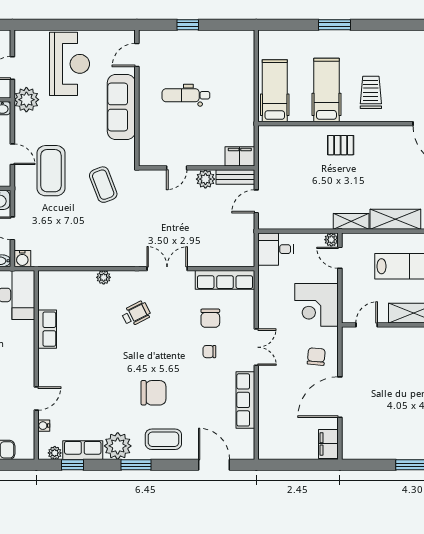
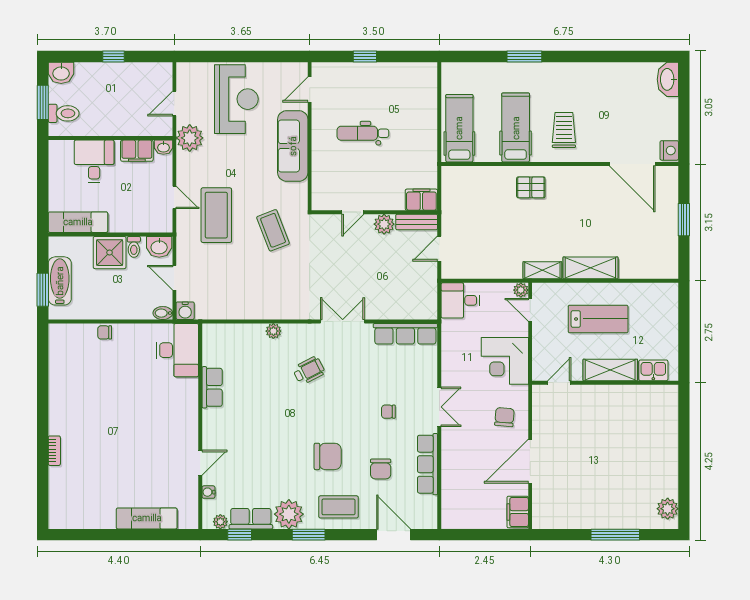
chair: (210, 318) -> (381, 469), moved

